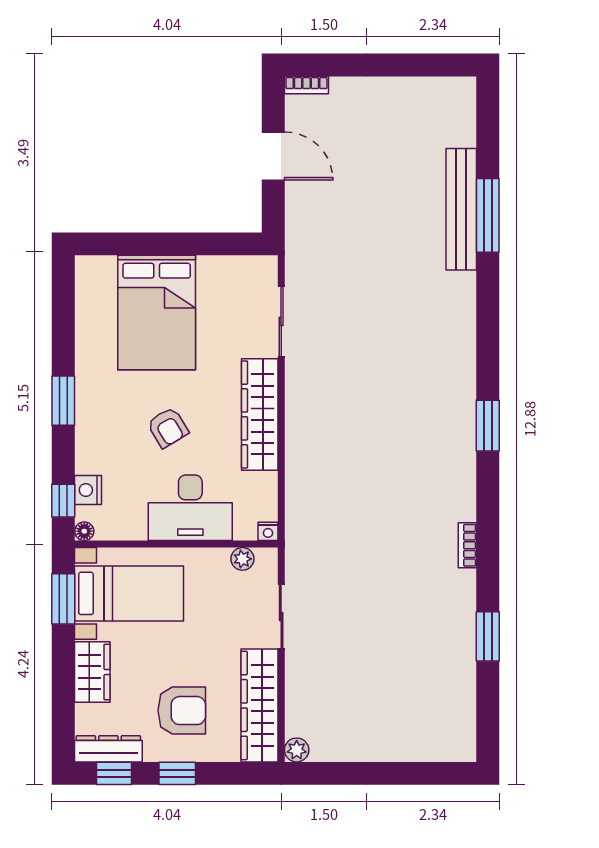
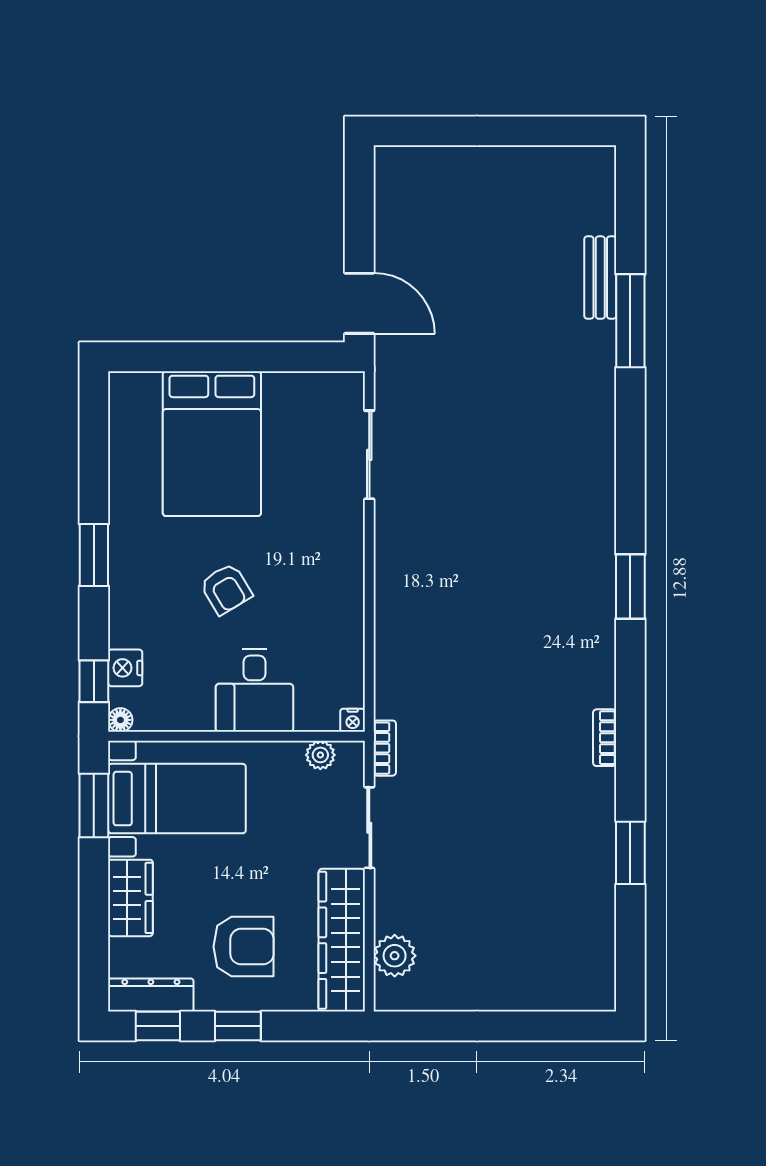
bookcase: (307, 85) -> (385, 748), moved, turned -90
door: (273, 156) -> (359, 303), moved
bench: (461, 209) -> (600, 278), width x0.54, depth x0.82
wardrobe: (260, 414) -> (342, 572), removed
desk: (190, 508) -> (254, 690), width x0.73
plant: (297, 750) -> (395, 956), moved, width x1.38, depth x1.38

